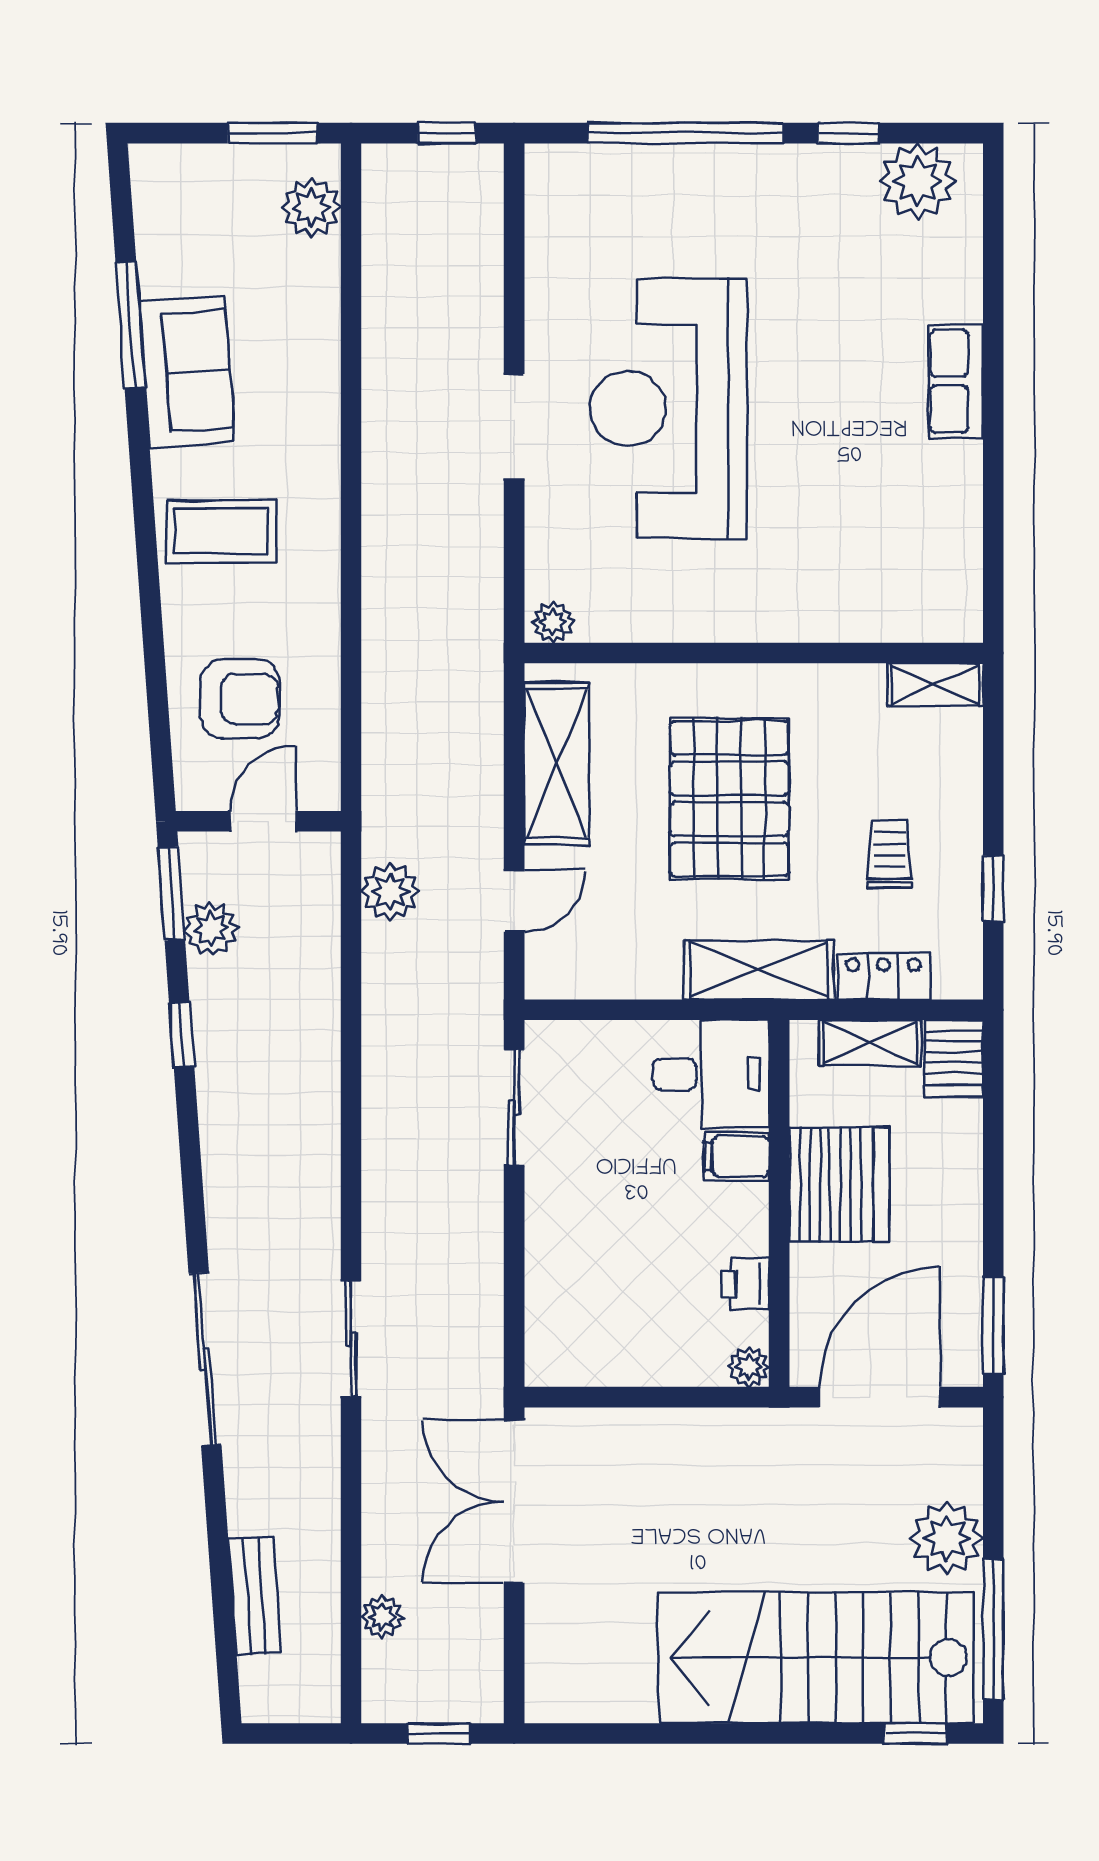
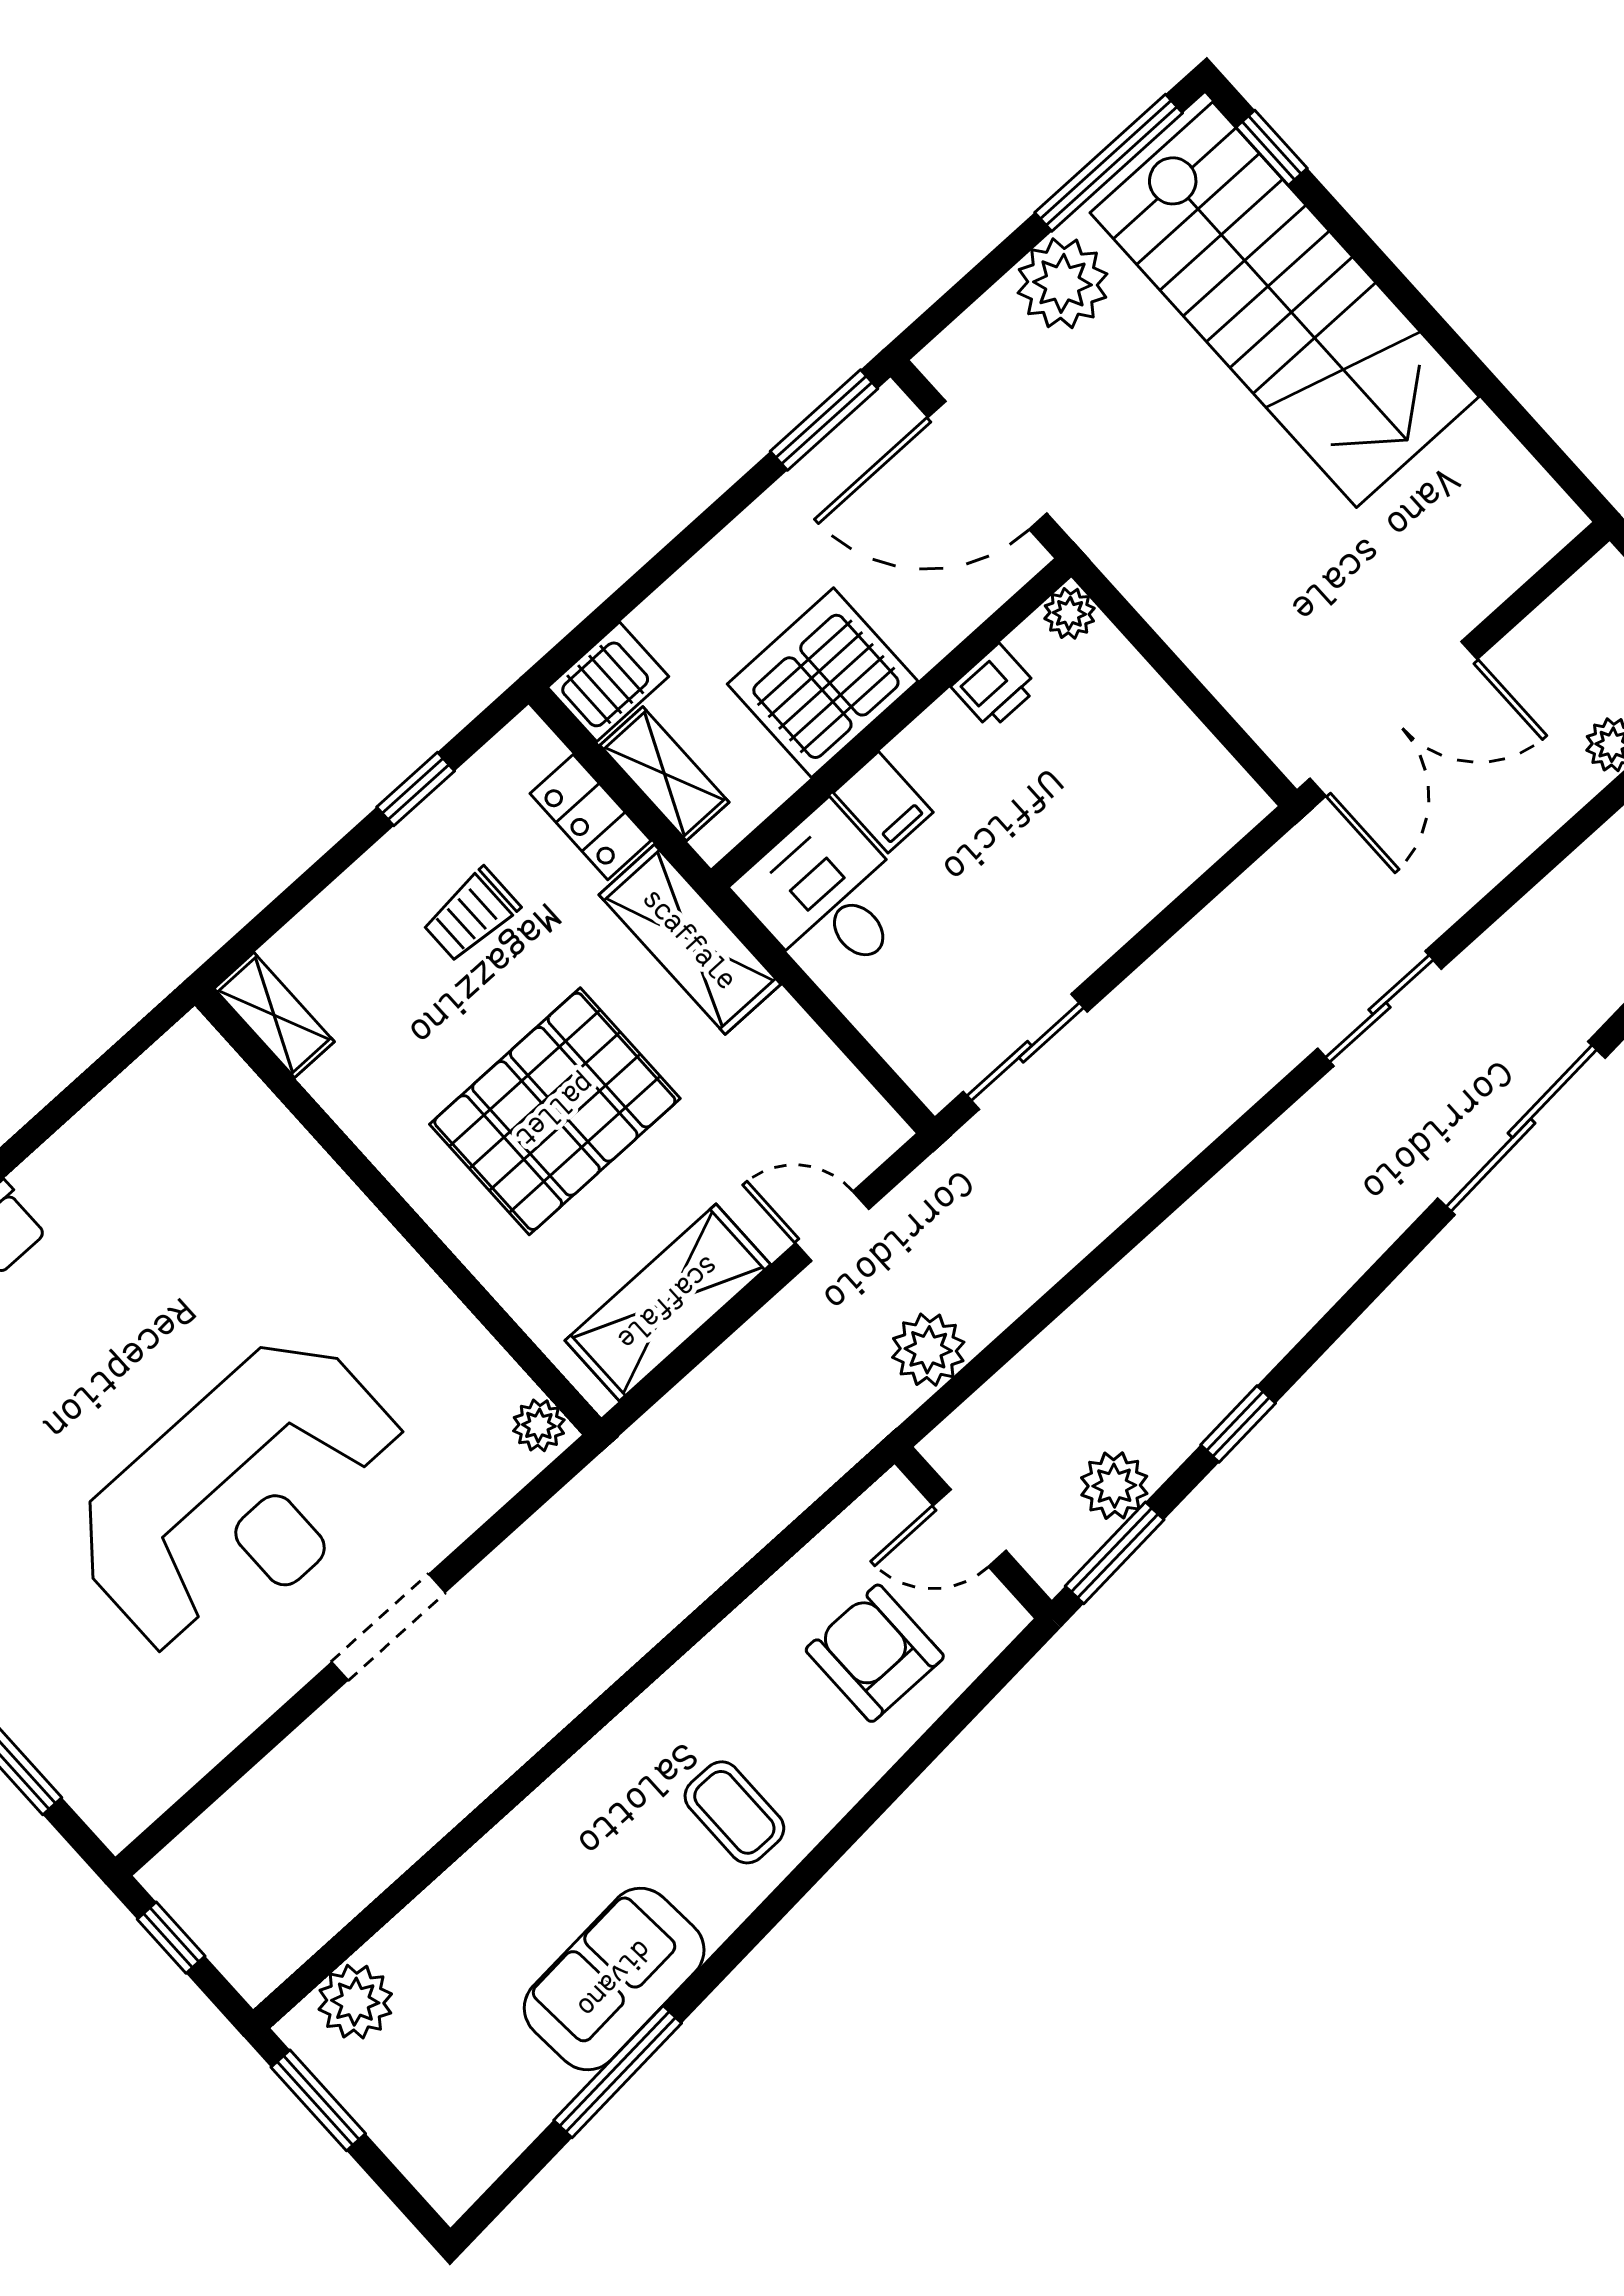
coffee table: (221, 531) -> (734, 1812), width x0.73, depth x0.77

